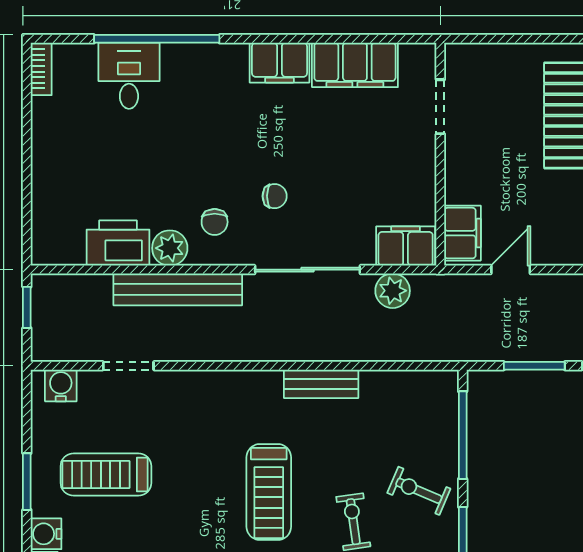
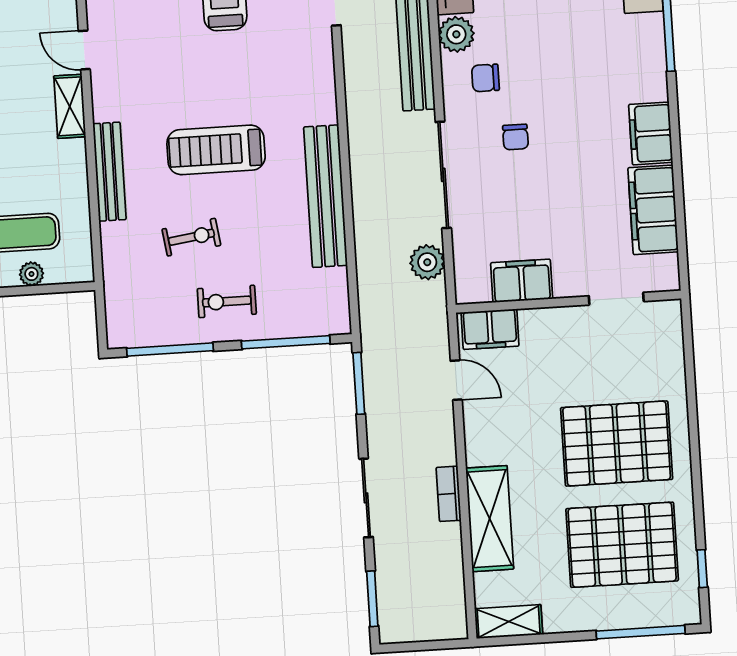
filing cabinet: (406, 246) -> (522, 281), moved, turned -90
window: (534, 366) -> (359, 383), moved
bench: (321, 384) -> (326, 196), width x1.86, depth x1.21
exercise bike: (419, 491) -> (227, 301), turned -113

